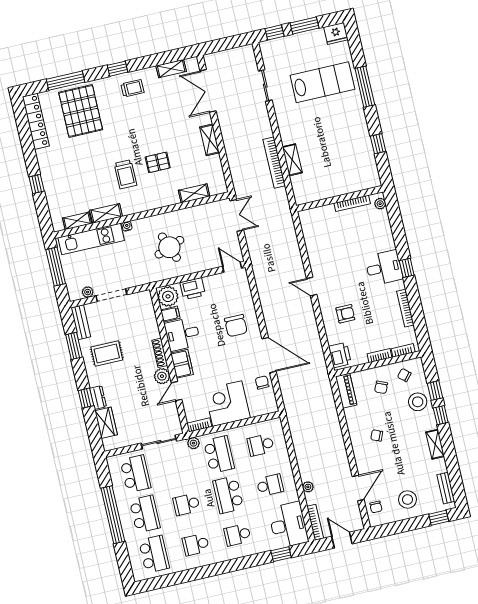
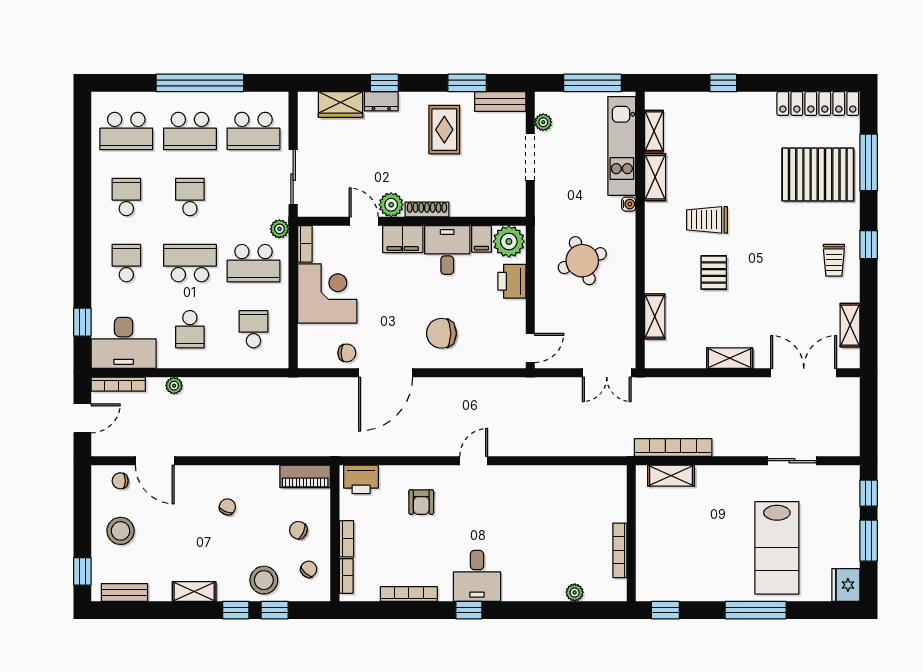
wall: (340, 199) -> (631, 533), moved
bookcase: (352, 203) -> (620, 550), moved

